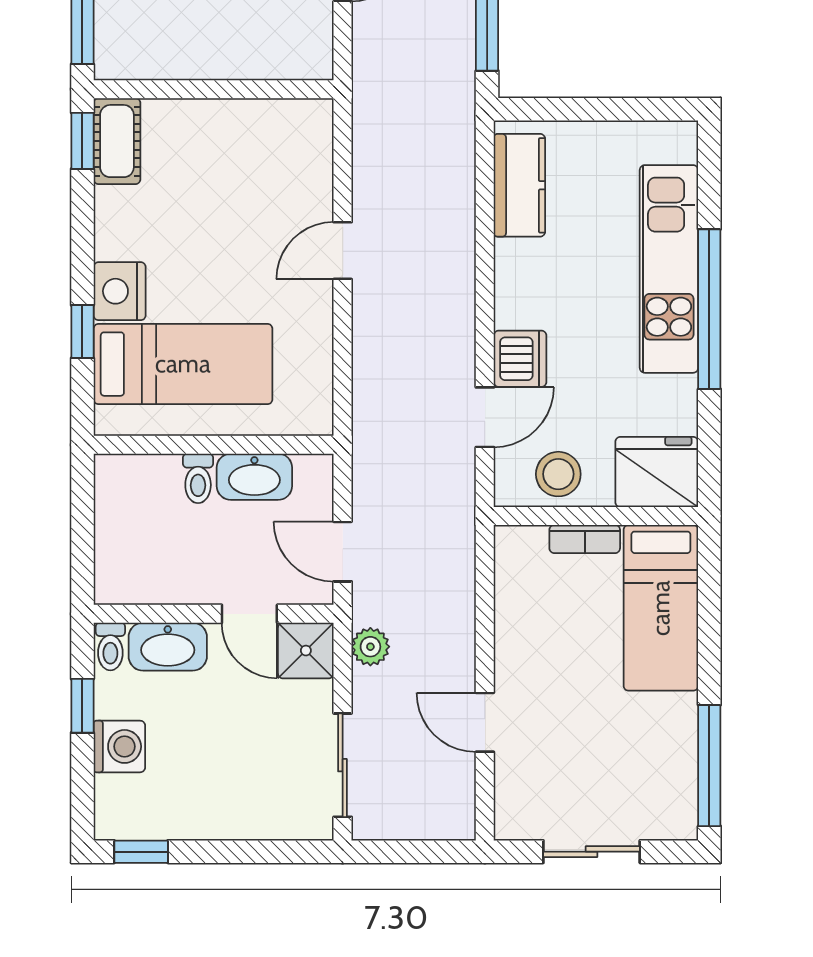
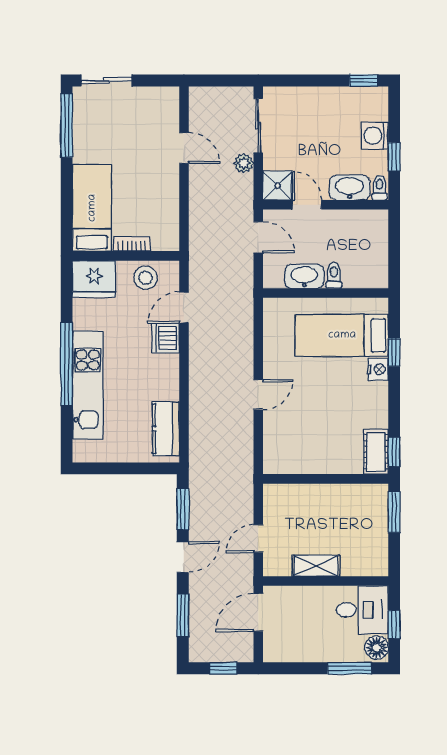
nightstand: (120, 291) -> (378, 369), width x0.74, depth x0.75
plant: (370, 647) -> (244, 163), moved
sliding door: (592, 852) -> (107, 81), moved

